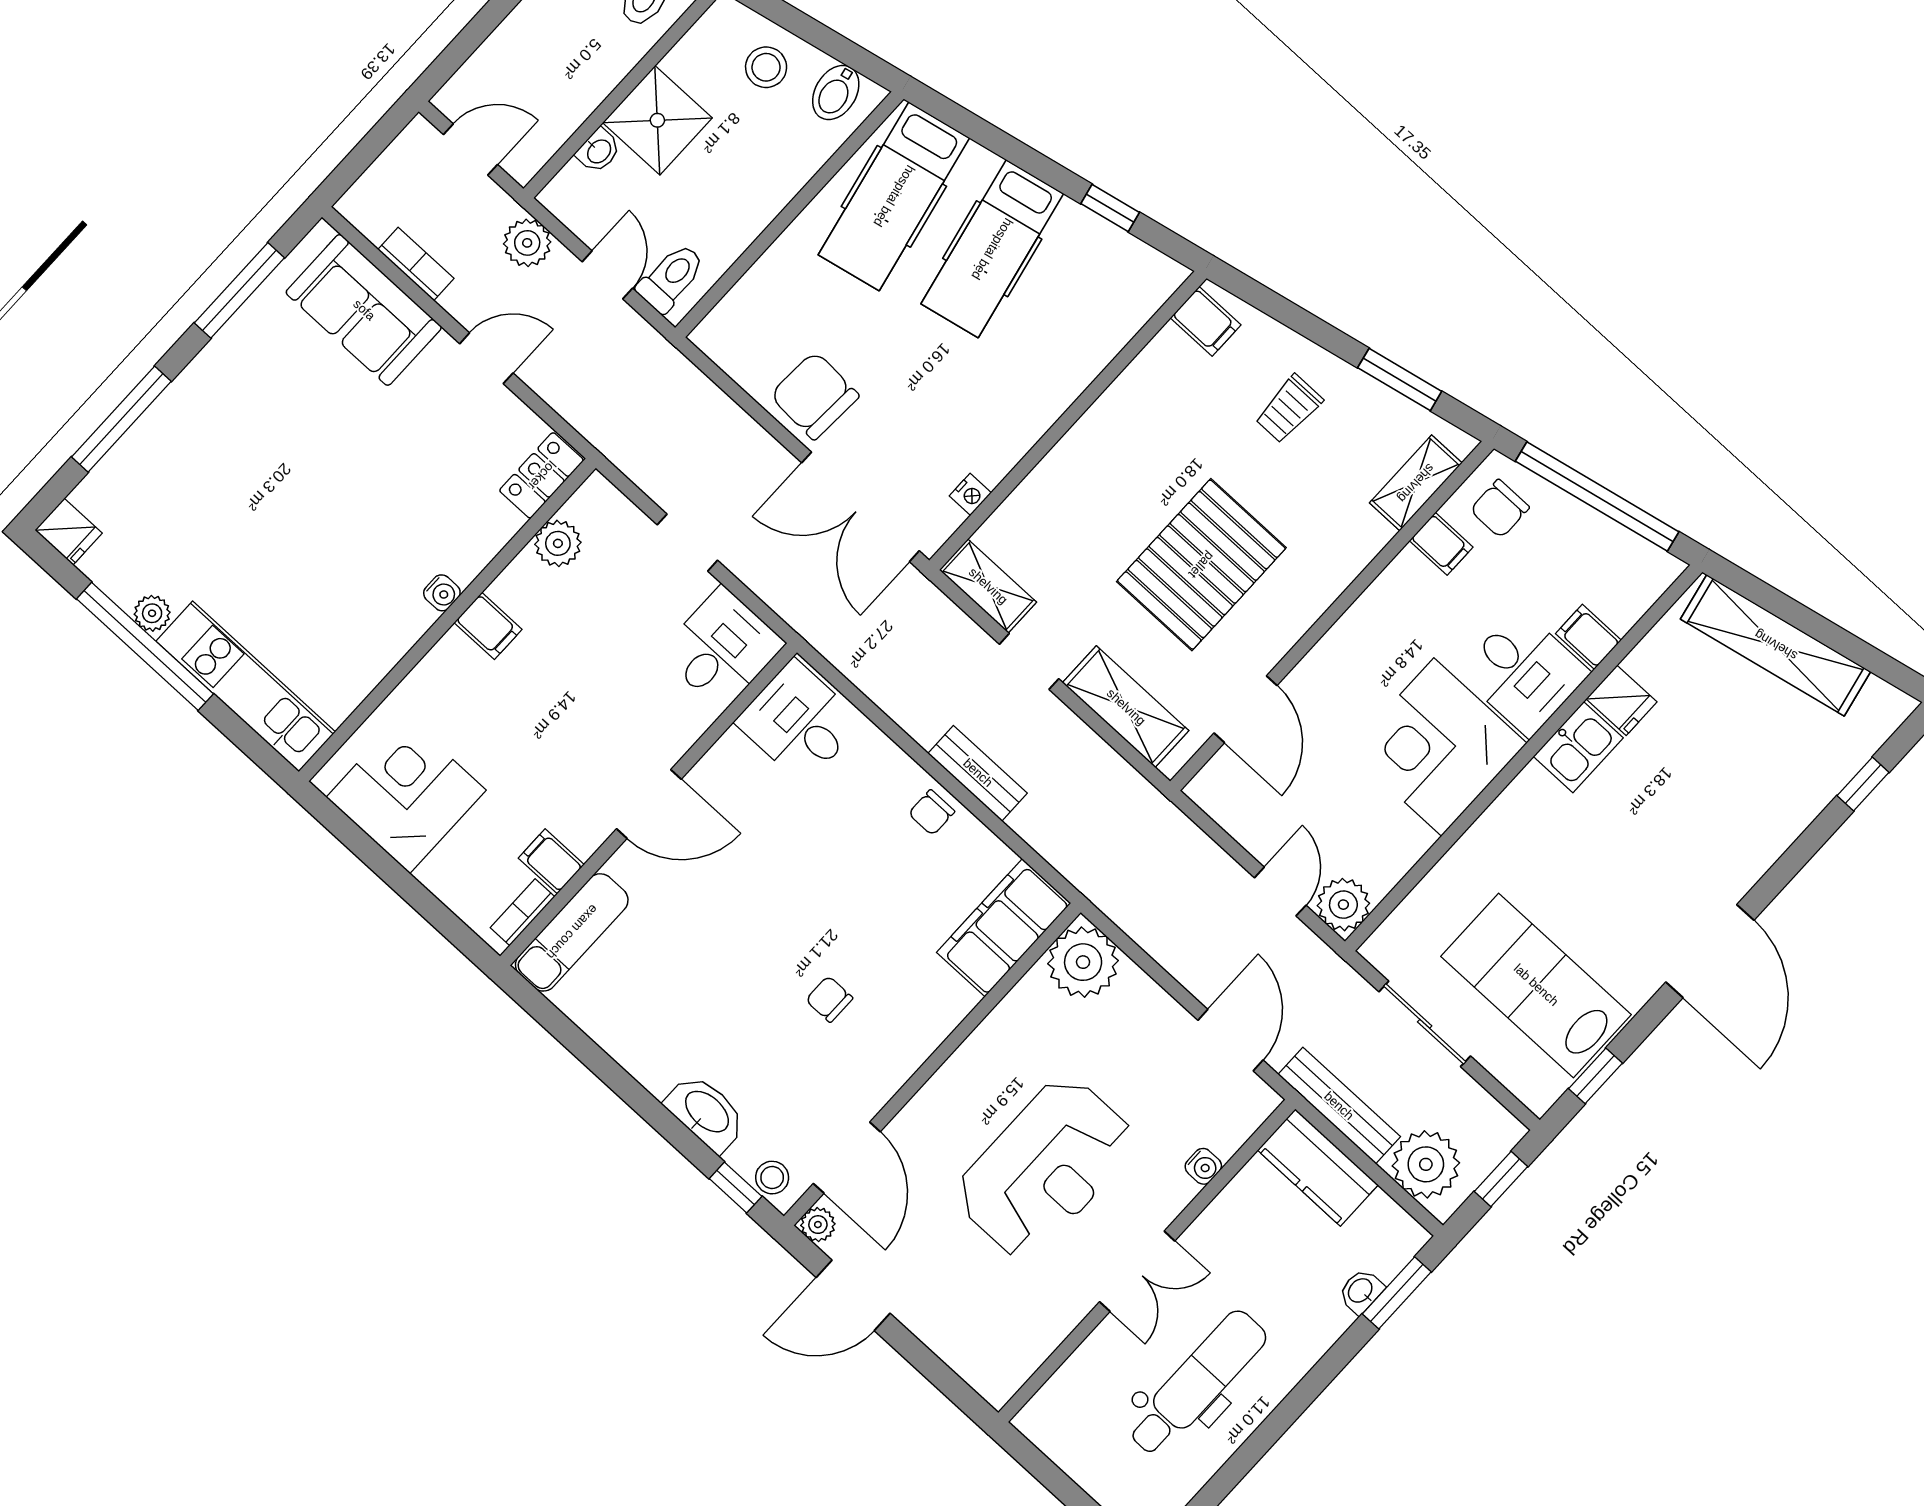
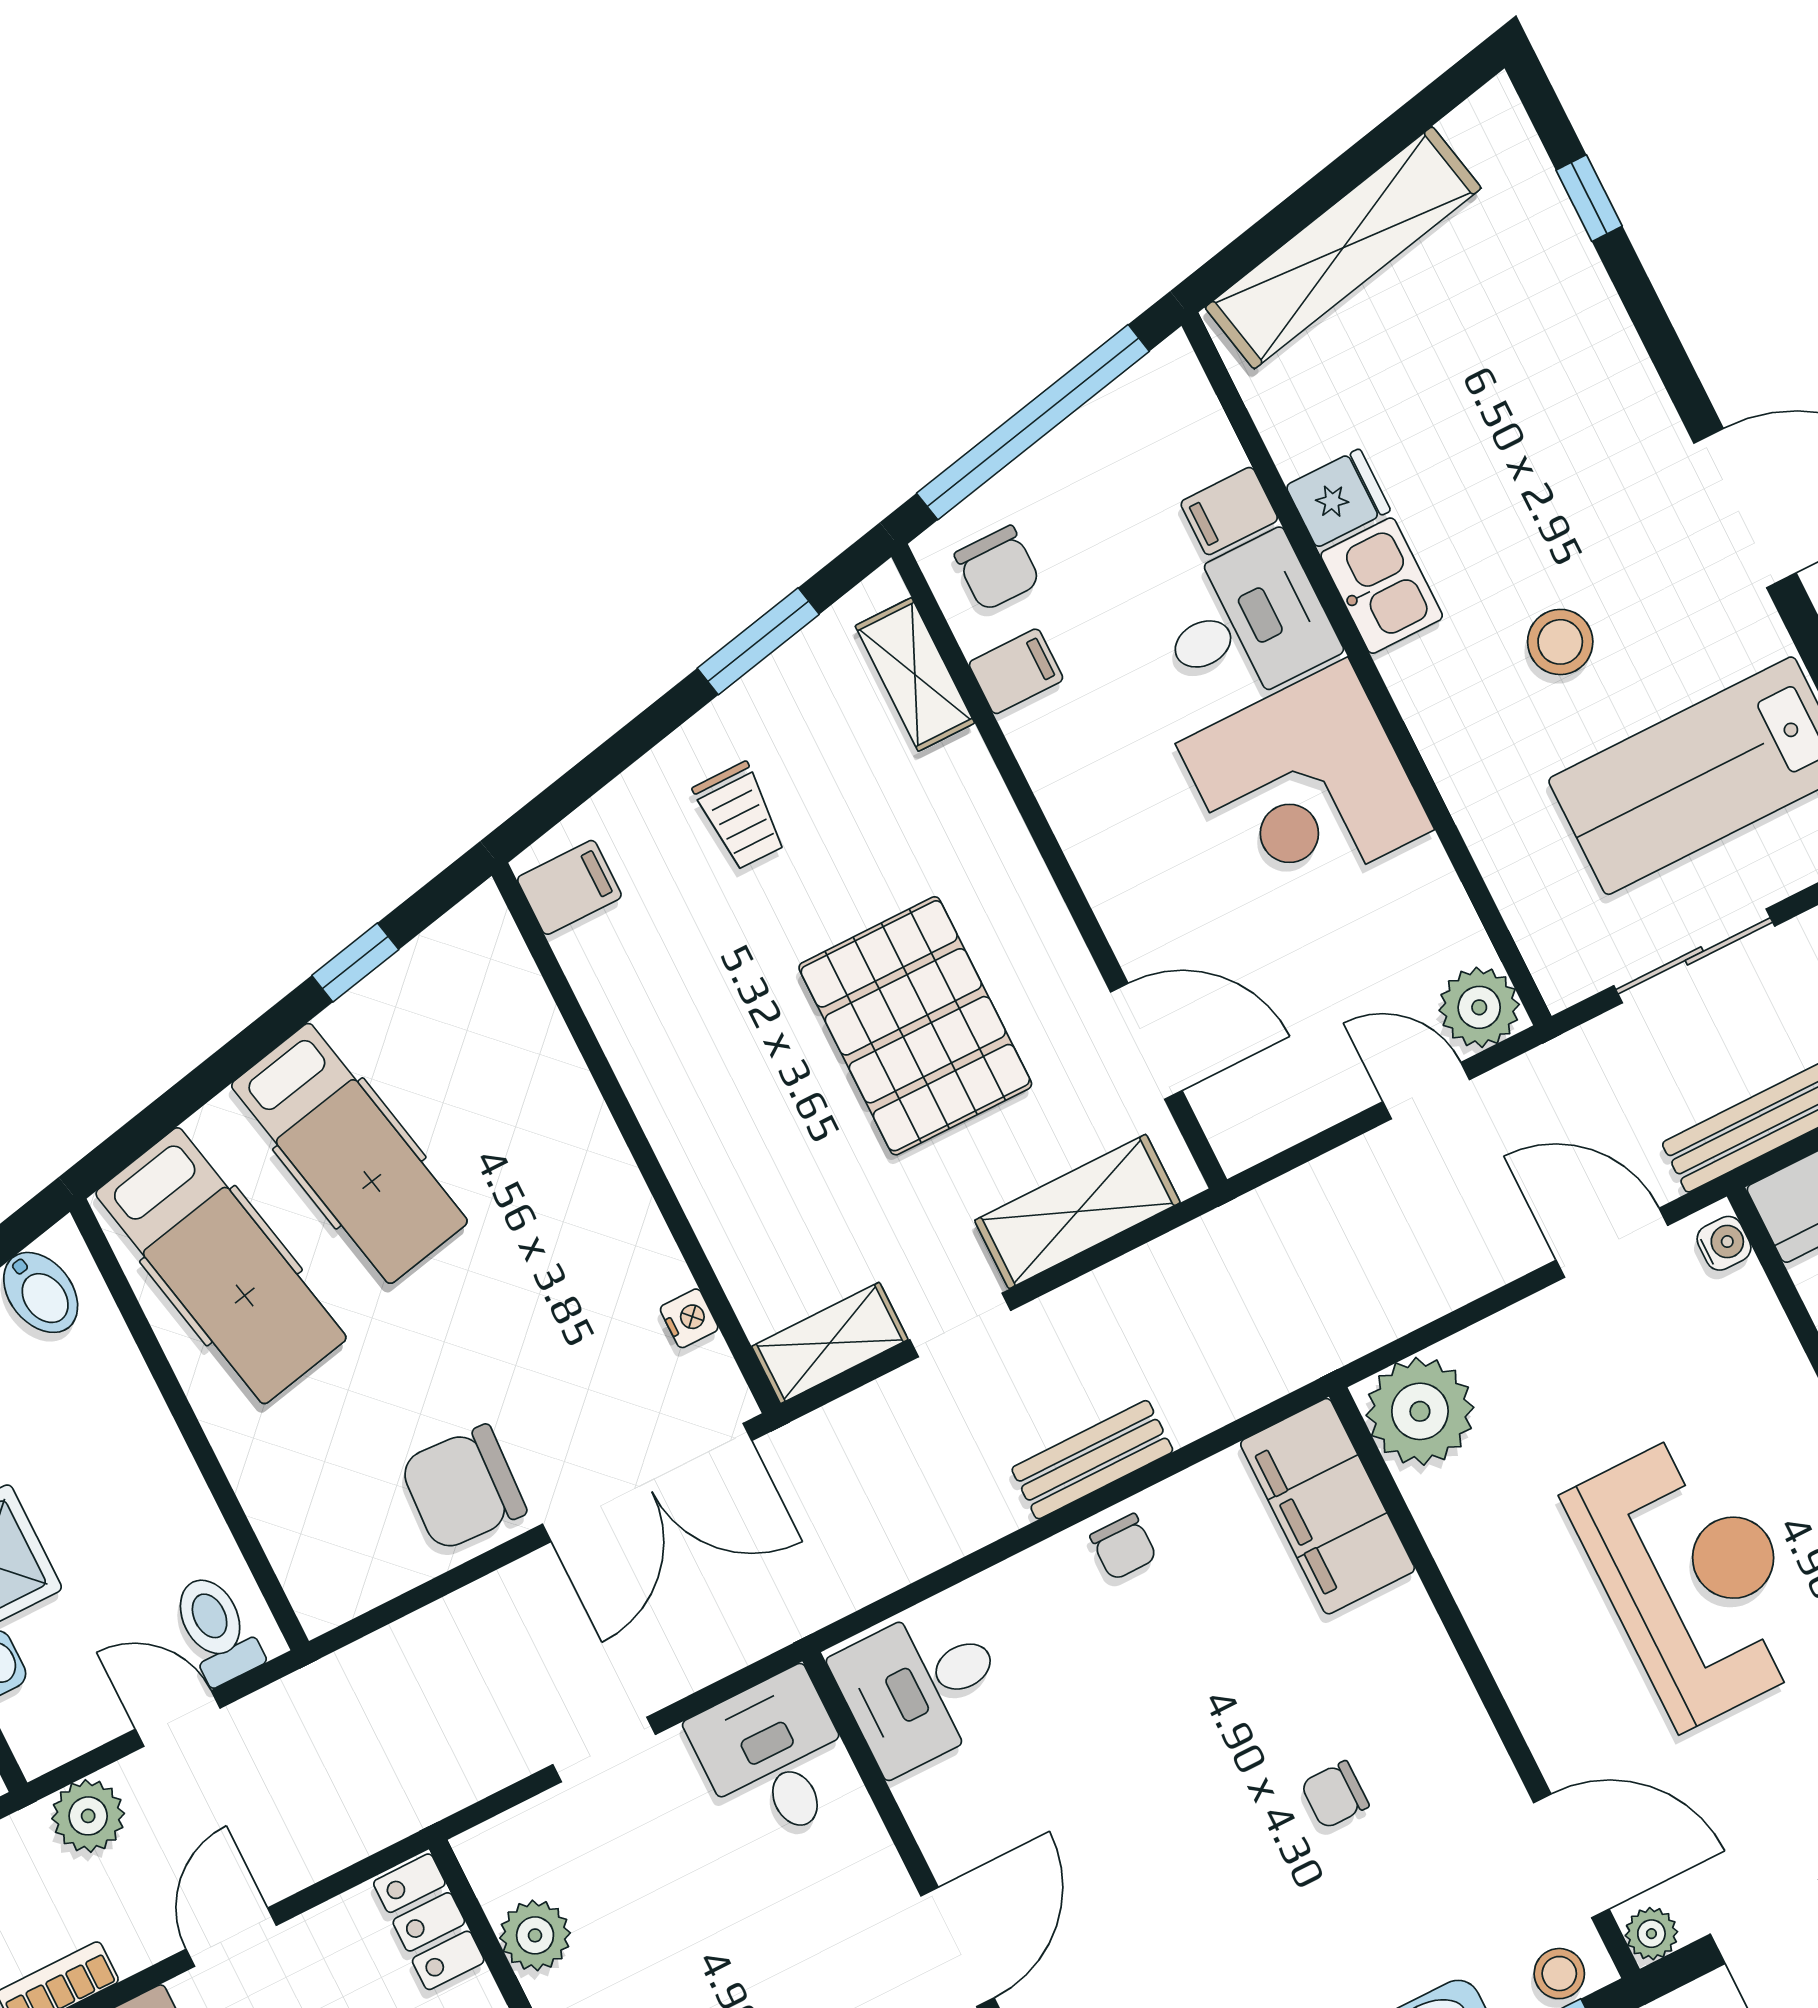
stool: (1585, 869) -> (1560, 642), added
water cooler: (1203, 1166) -> (1724, 1243), moved

